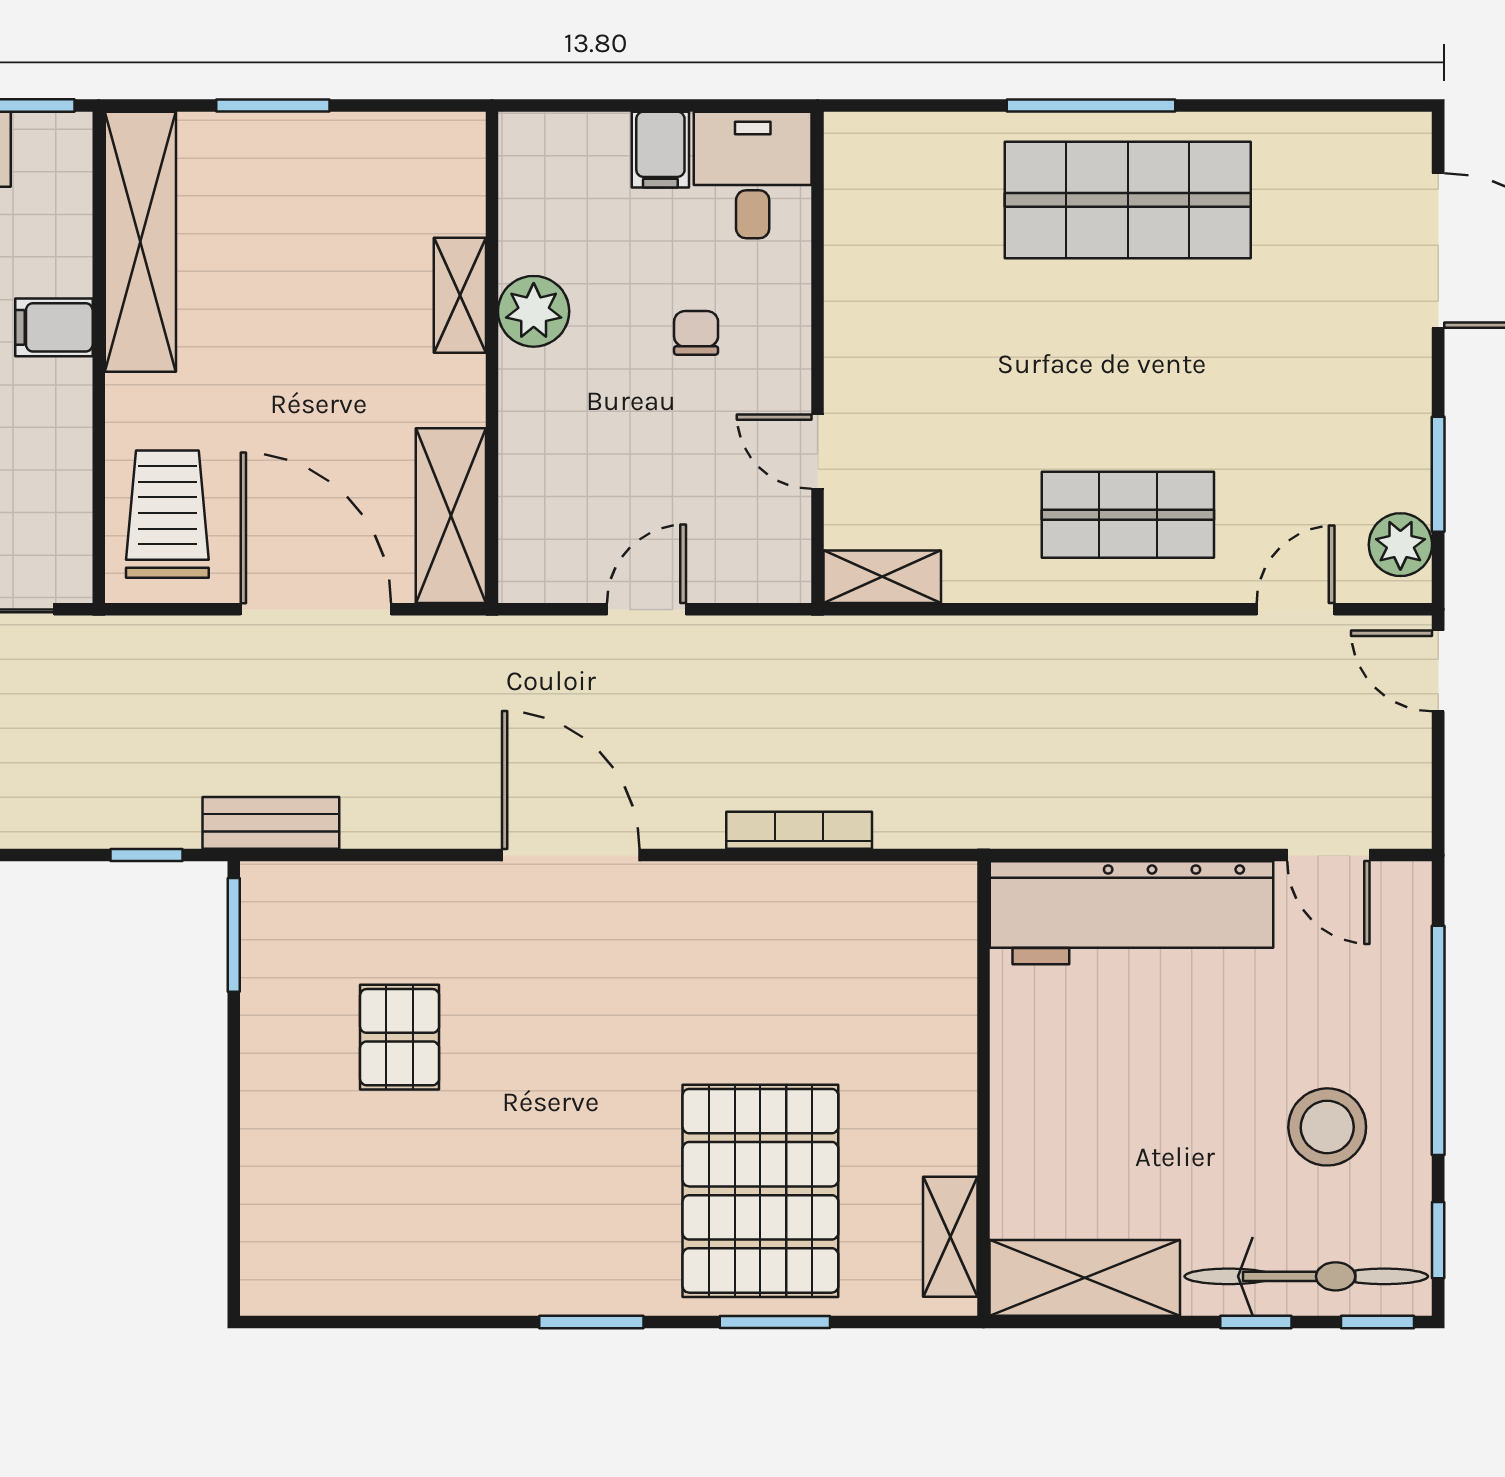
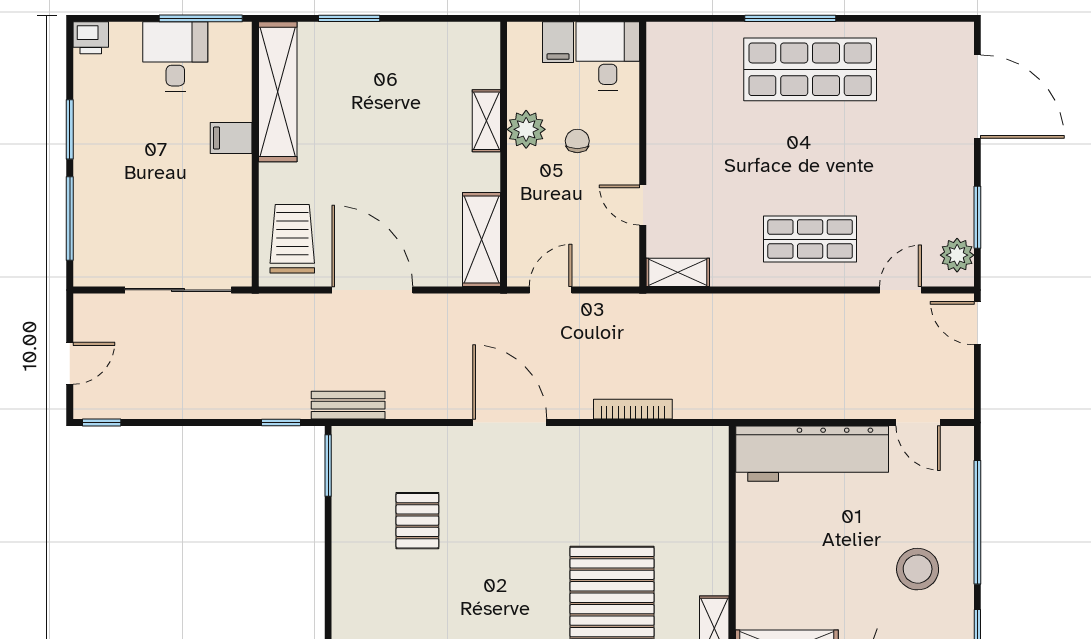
shelving: (460, 295) -> (486, 121), moved
plant: (534, 311) -> (526, 129), moved
wall: (492, 357) -> (504, 154), moved
shelving: (451, 516) -> (482, 239), moved

